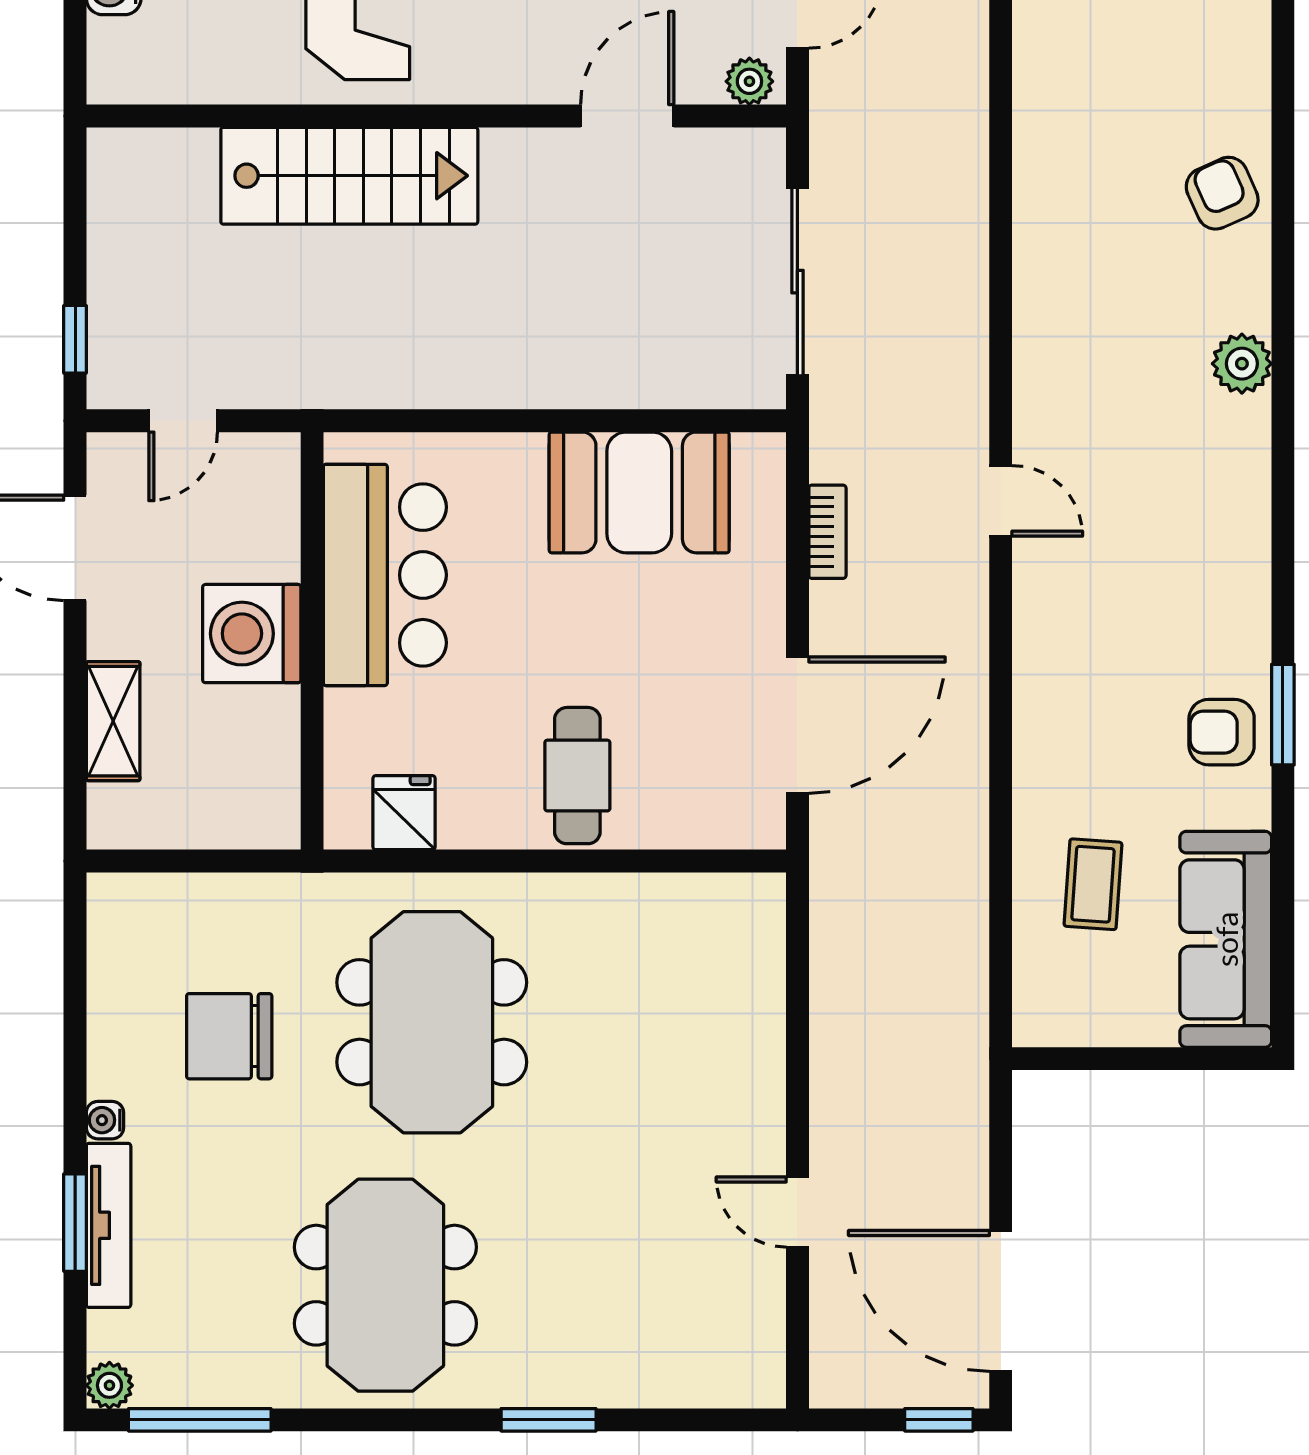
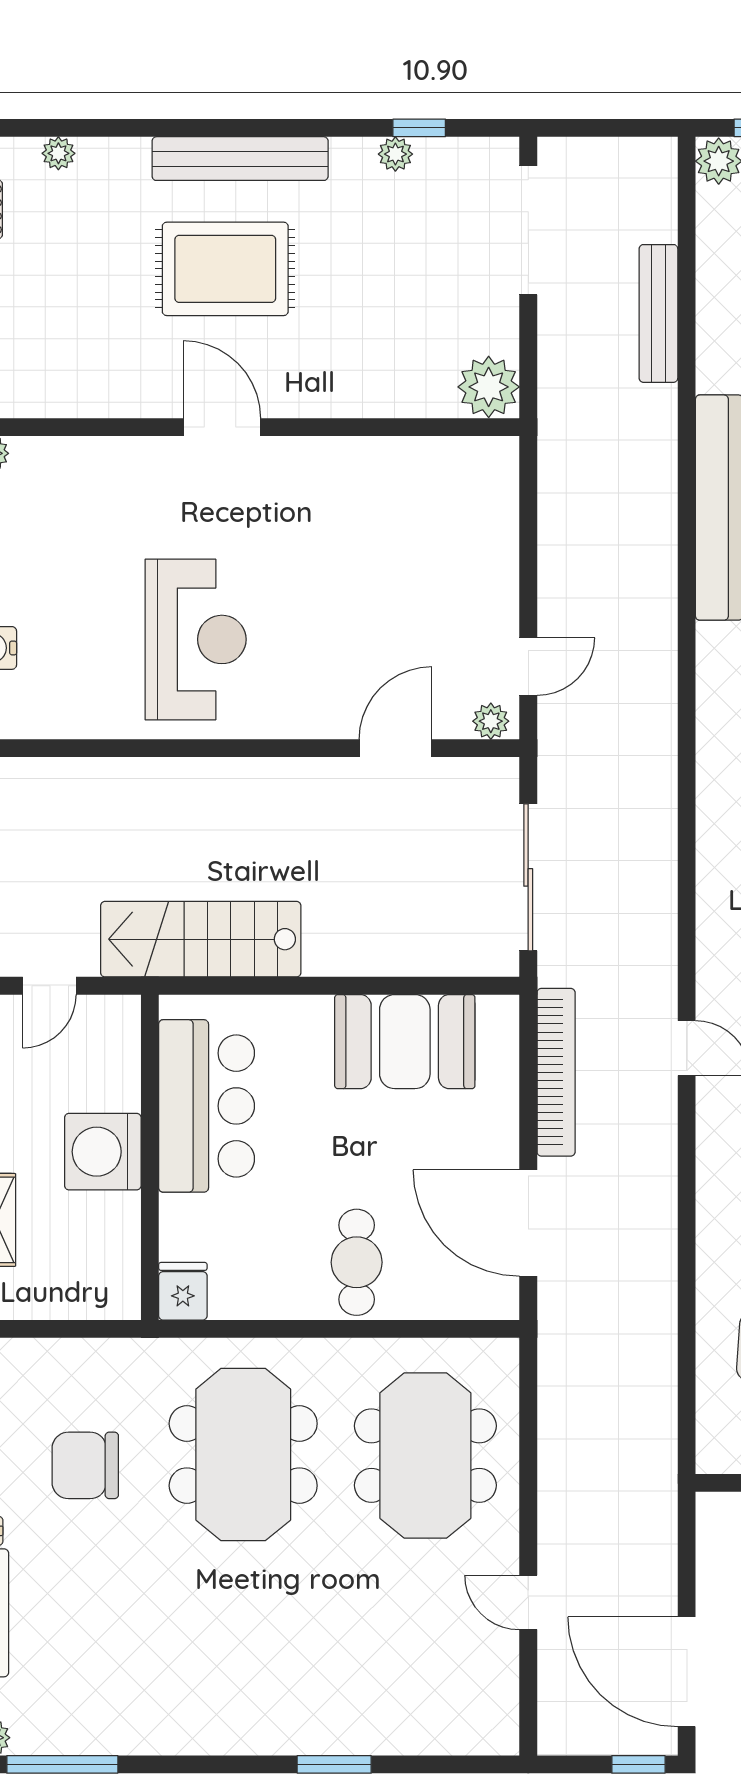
stairs: (349, 176) -> (201, 939), moved, turned 180
bookcase: (827, 532) -> (556, 1072), width x2.31, depth x1.31
door: (797, 725) -> (528, 1223), swing flipped
fridge: (404, 813) -> (183, 1291), moved
meeting table: (385, 1285) -> (425, 1456), moved

